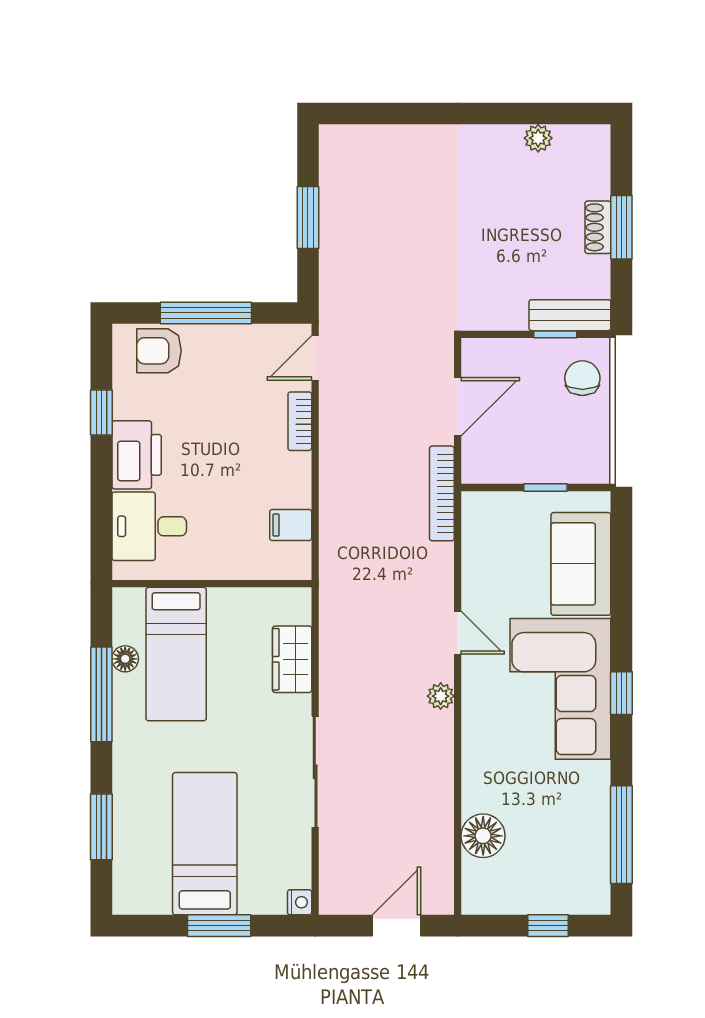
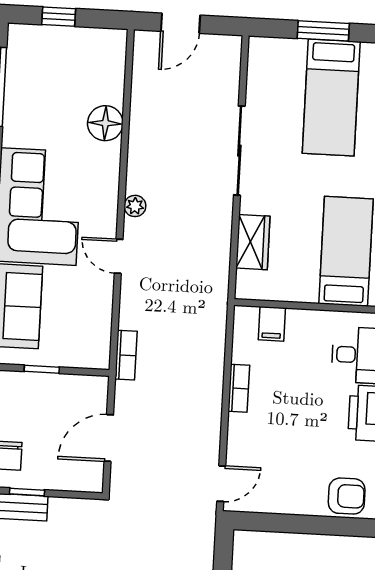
window: (206, 313) -> (307, 524), removed
bookcase: (300, 421) -> (239, 388), moved
bookcase: (442, 493) -> (126, 355), width x0.64
filing cabinet: (291, 525) -> (272, 324), moved, turned 90
floor lamp: (483, 836) -> (105, 123), moved
nightstand: (300, 902) -> (258, 46), removed

